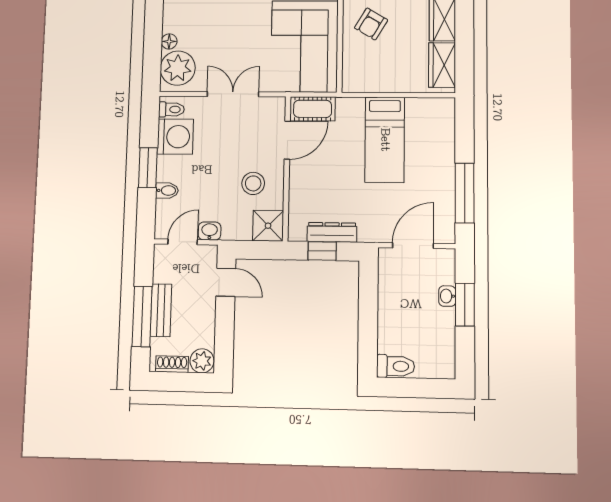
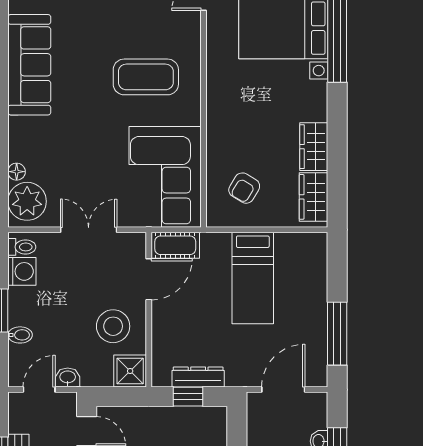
armchair: (371, 24) -> (244, 188), moved
washing machine: (175, 137) -> (22, 271), width x0.73, depth x0.73
stool: (253, 183) -> (113, 326), width x1.38, depth x1.38

